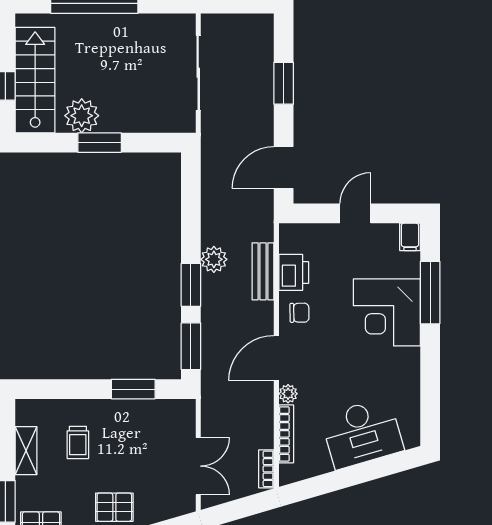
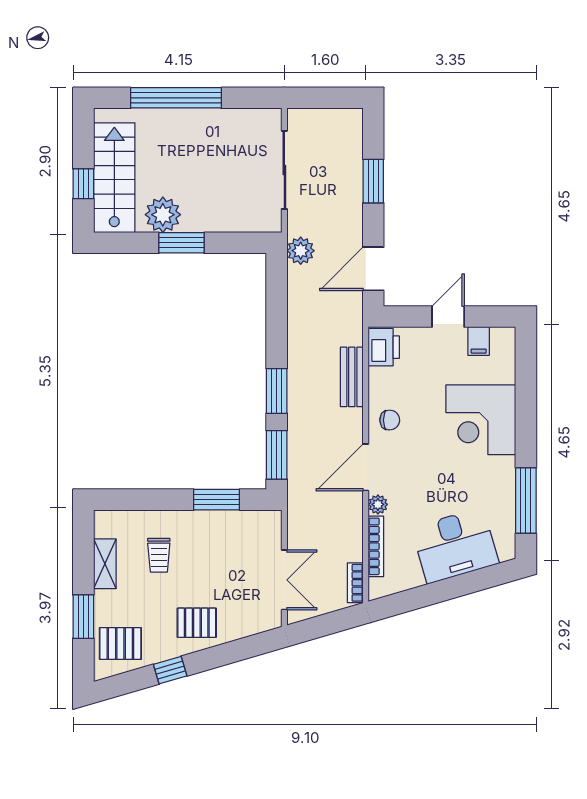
filing cabinet: (410, 237) -> (479, 341), moved
plant: (214, 259) -> (301, 251), moved
printer: (294, 272) -> (384, 347), moved
window: (430, 293) -> (526, 501), moved

